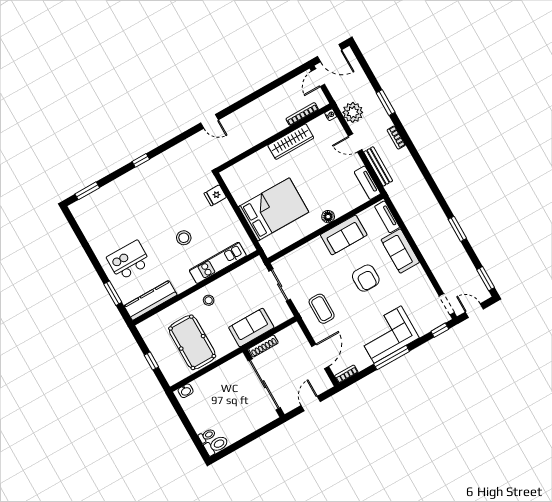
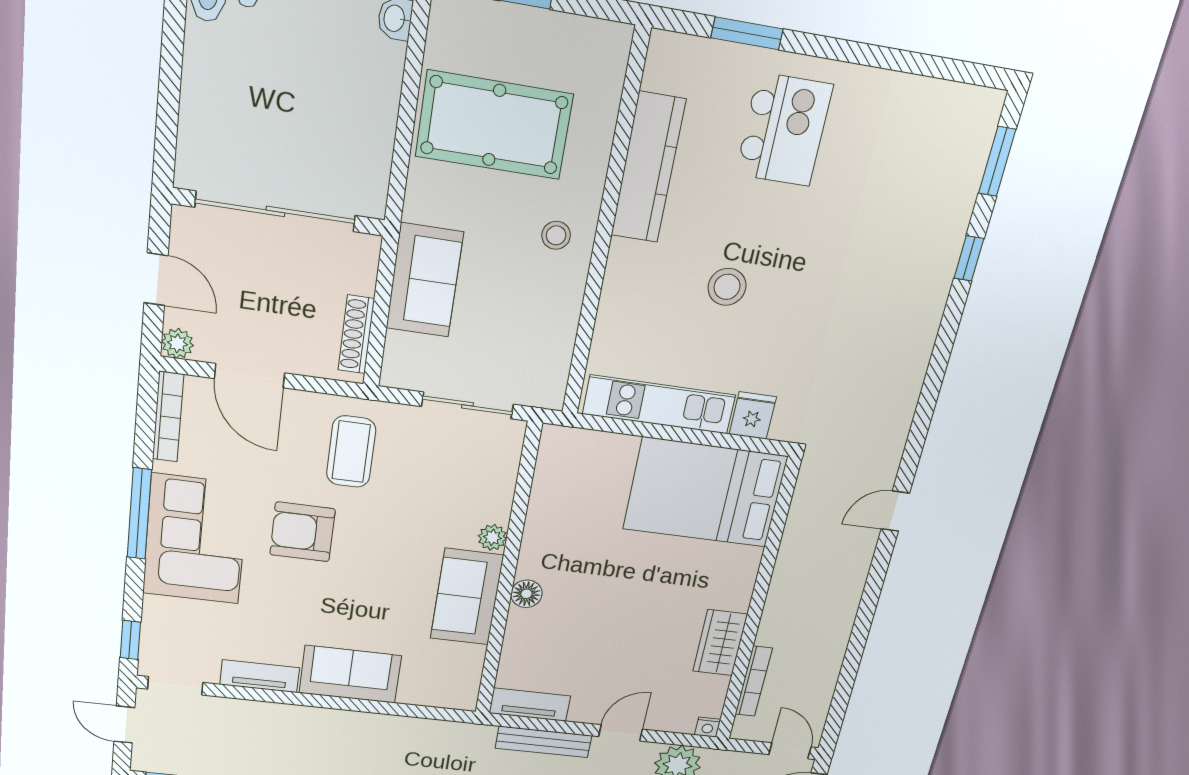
wardrobe: (291, 142) -> (720, 643), width x0.67
window: (141, 160) -> (969, 258), moved
bed: (274, 209) -> (705, 493), moved, turned 90
tv unit: (387, 217) -> (260, 676), moved
plant: (317, 243) -> (492, 537), added
kitchen unit: (218, 263) -> (659, 405), moved, turned -90
armchair: (366, 278) -> (302, 532), moved
kitchen counter: (151, 300) -> (648, 168), moved
coffee table: (322, 309) -> (351, 452), turned 90
door: (474, 311) -> (124, 725), swing flipped
shoe rack: (263, 346) -> (356, 334), moved
bookcase: (346, 374) -> (168, 417), width x1.56
plant: (326, 384) -> (177, 343), added

